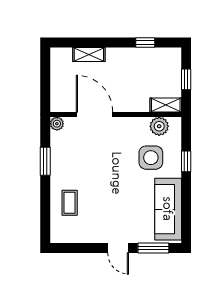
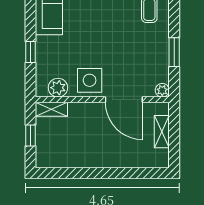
window: (145, 42) -> (72, 173), removed
shelving: (89, 54) -> (162, 132), moved, turned 90
side table: (151, 158) -> (90, 80), moved

